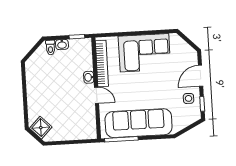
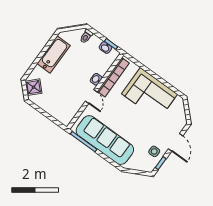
washbasin: (62, 44) -> (105, 48), moved
door: (201, 76) -> (176, 142), swing flipped
bathtub: (35, 86) -> (54, 55), added

